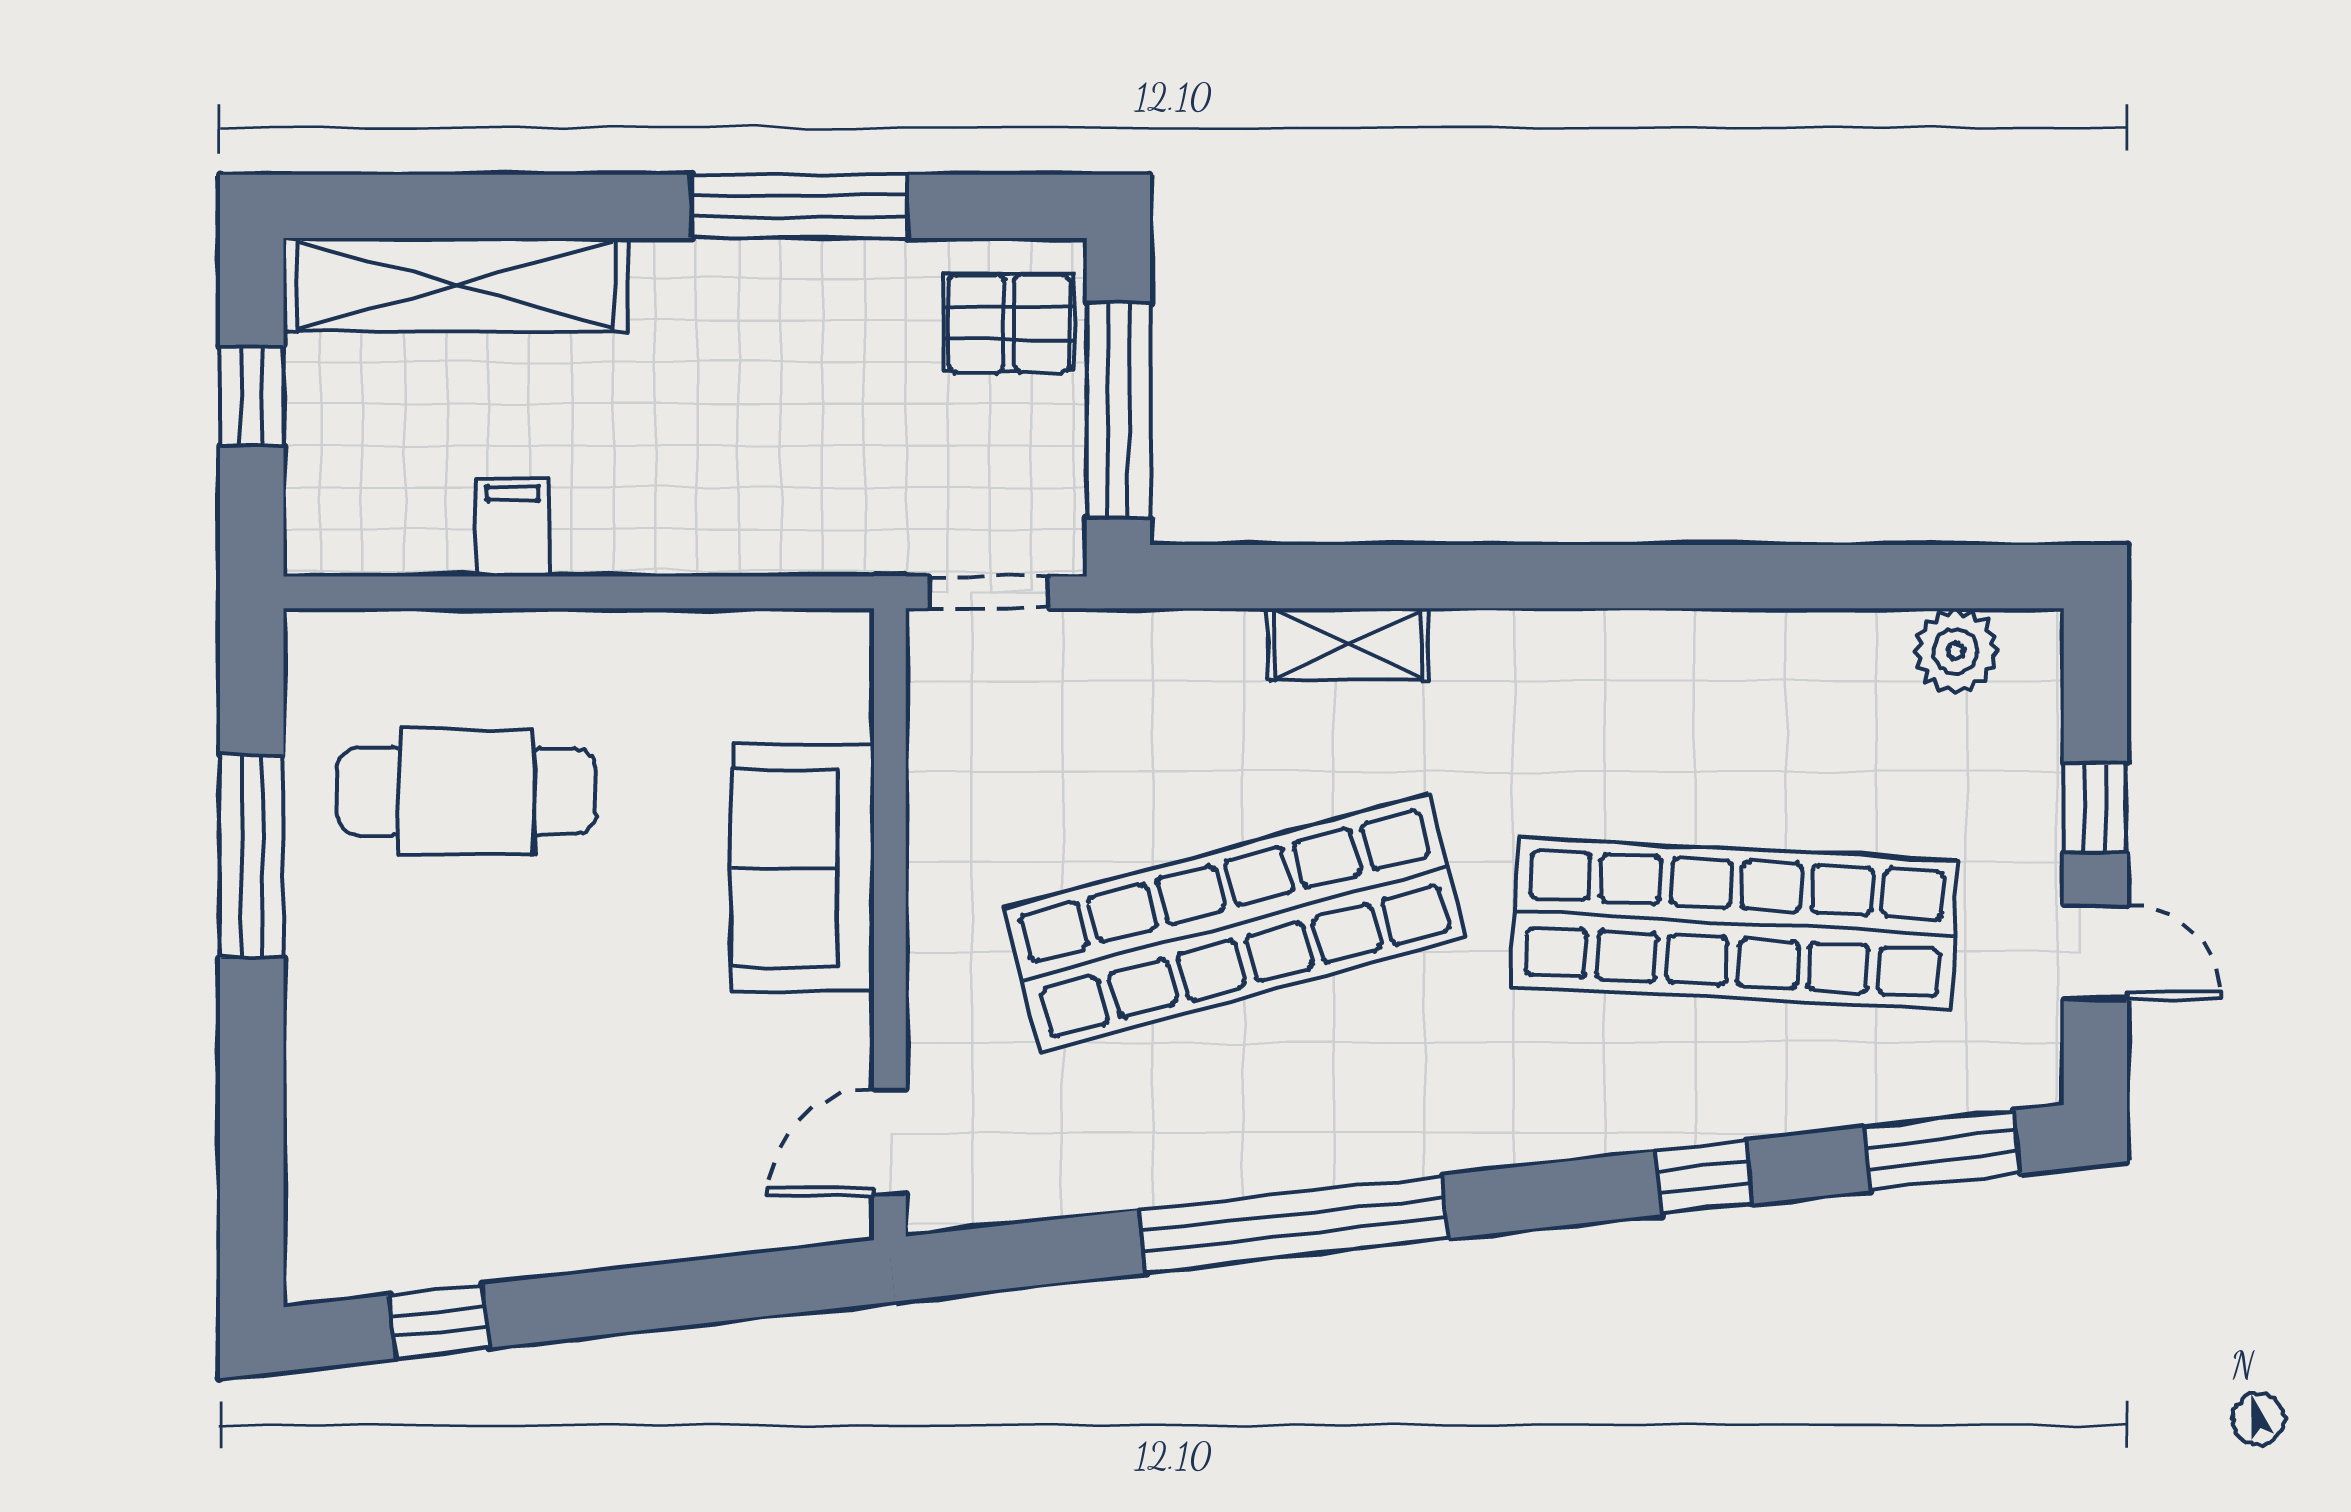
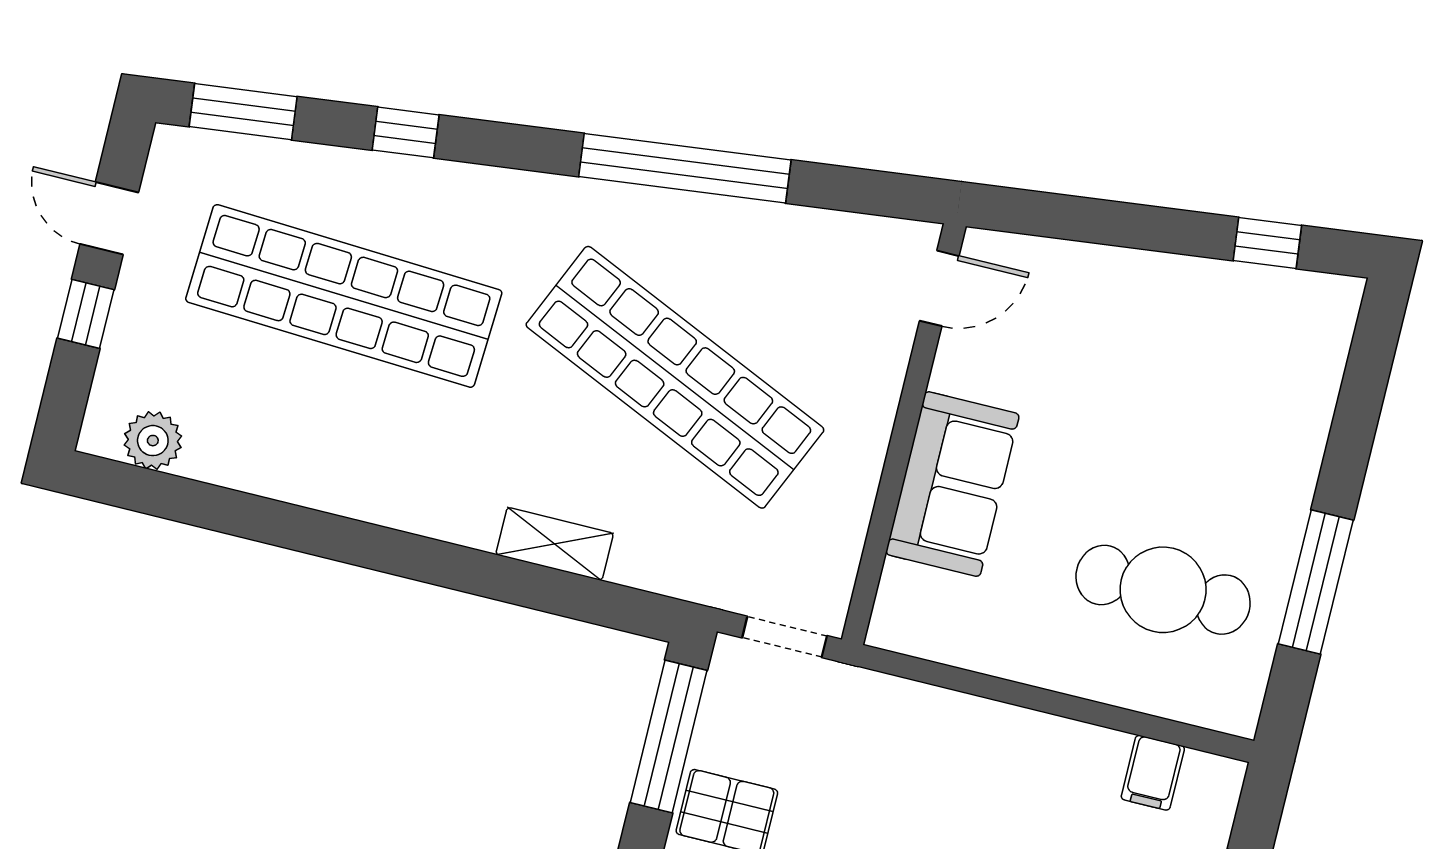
filing cabinet: (513, 528) -> (1153, 773), moved
shop shelf: (1235, 923) -> (675, 377), turned 39

